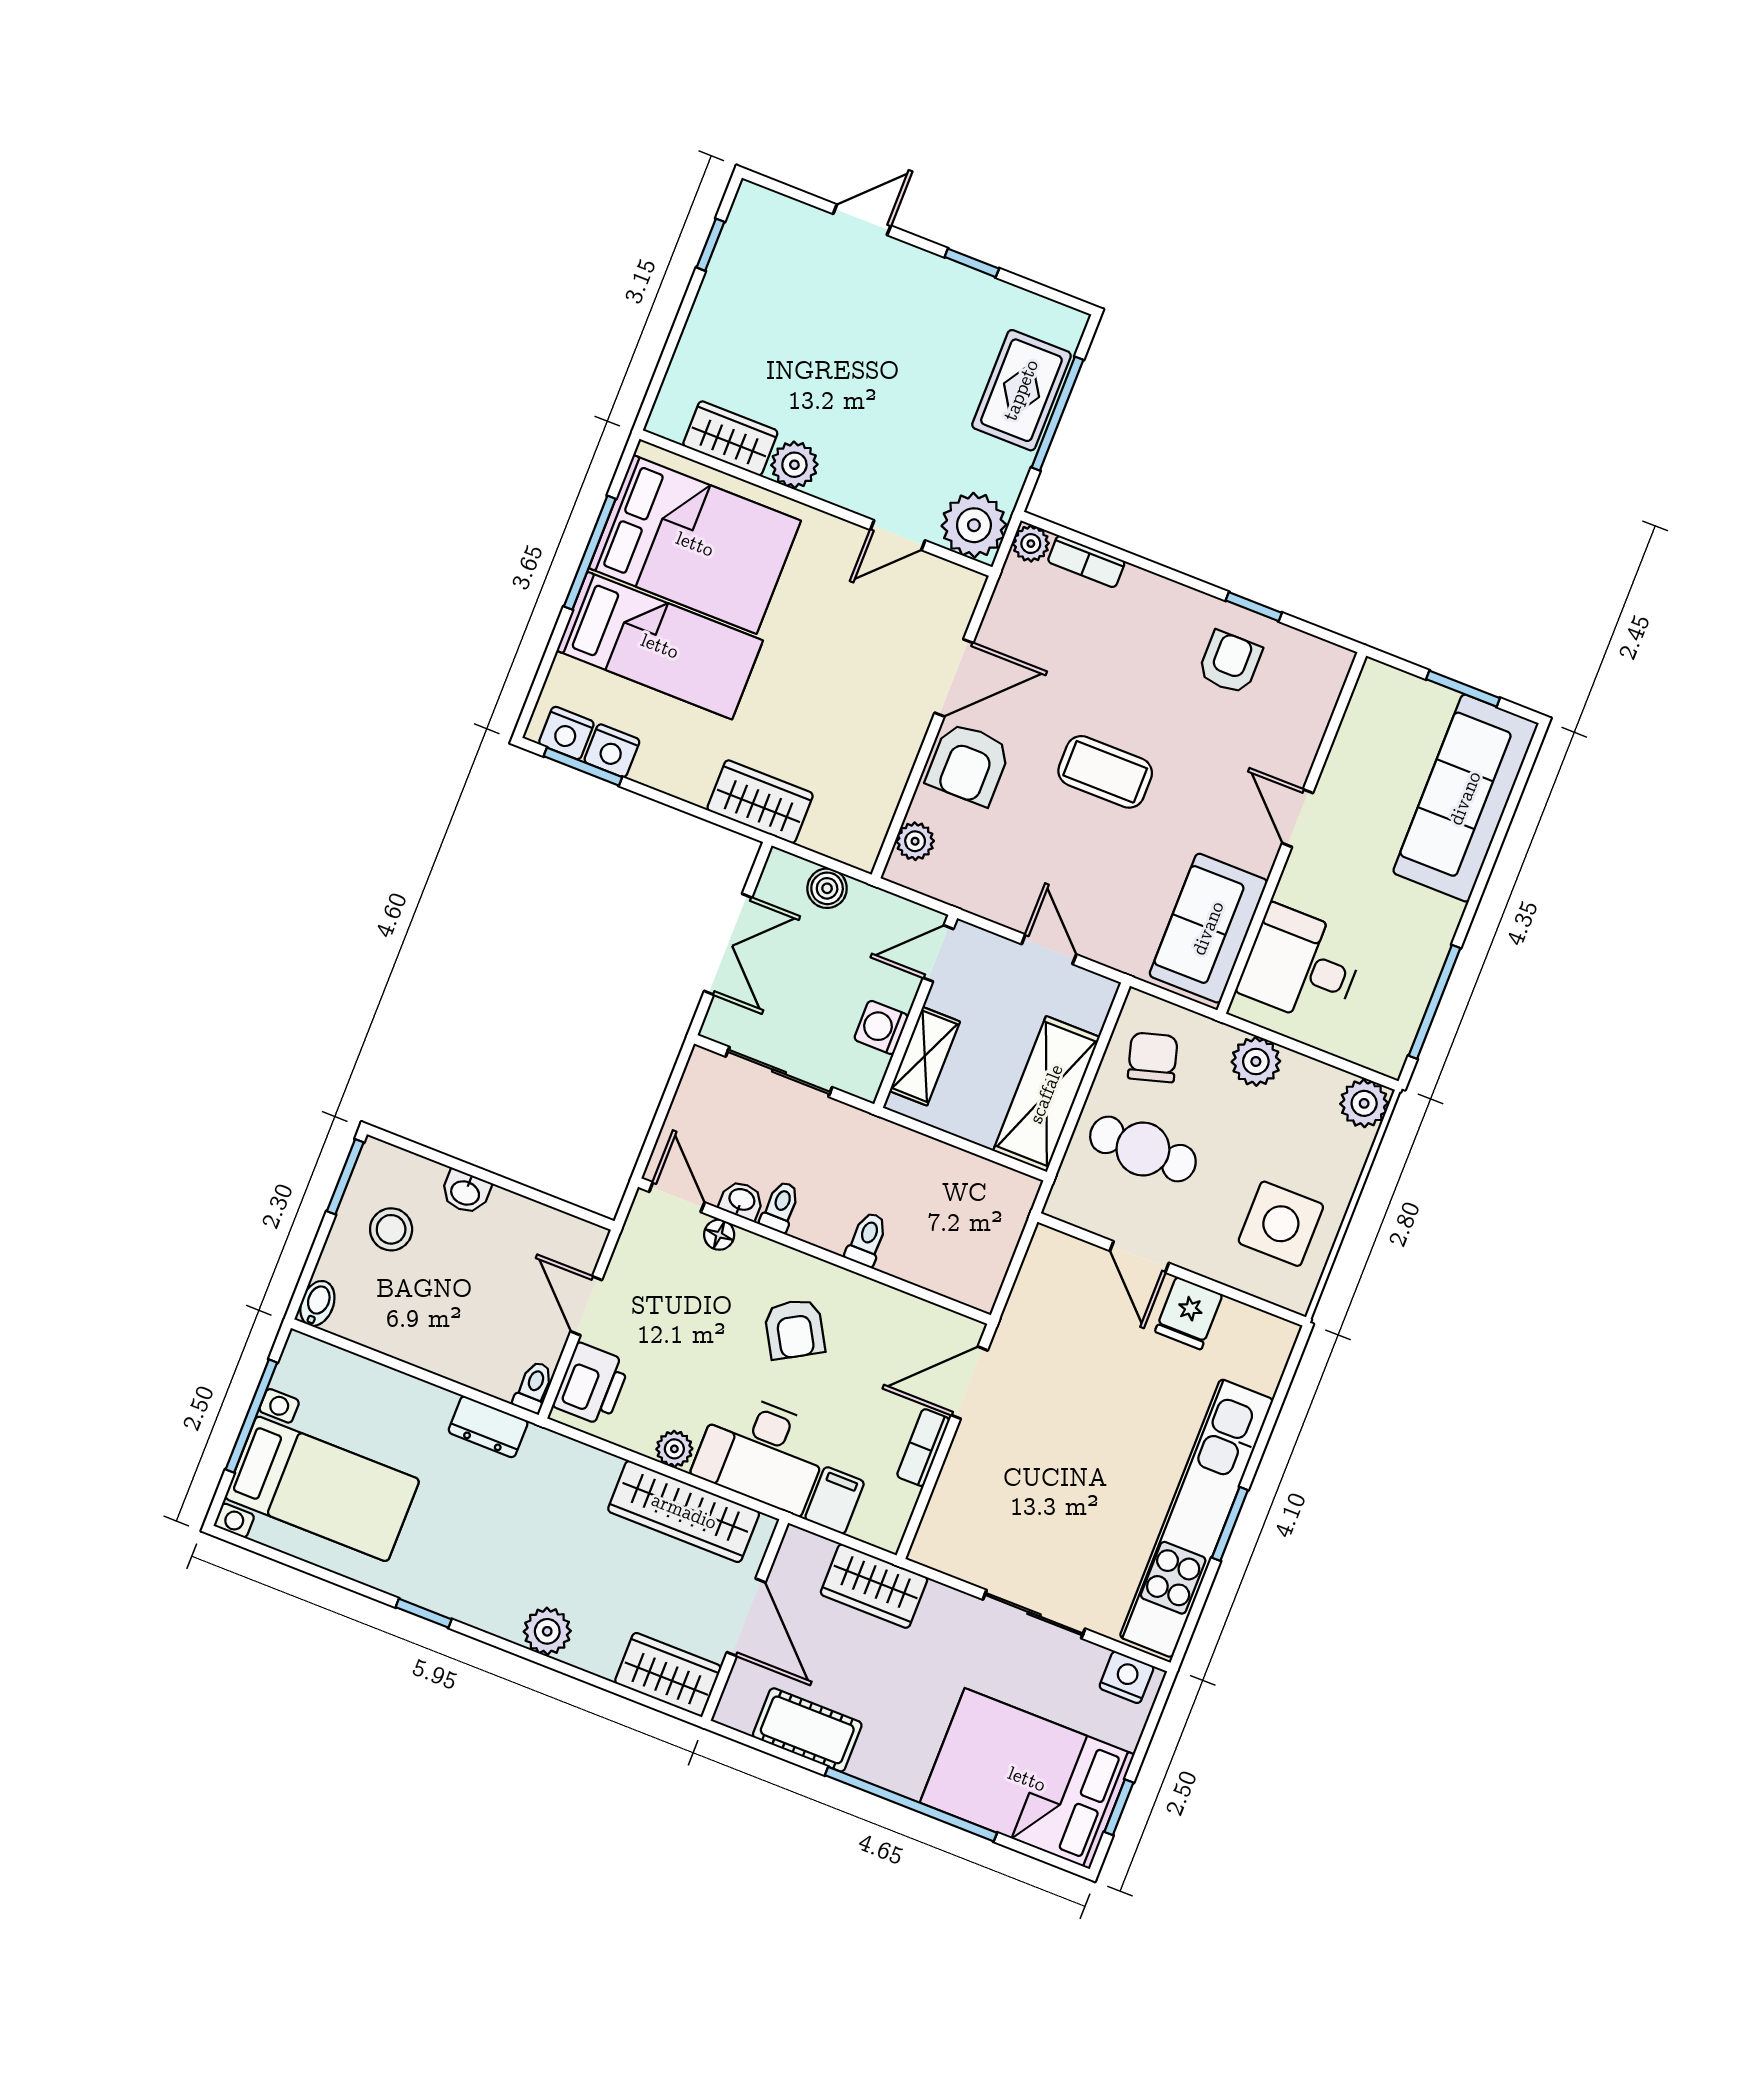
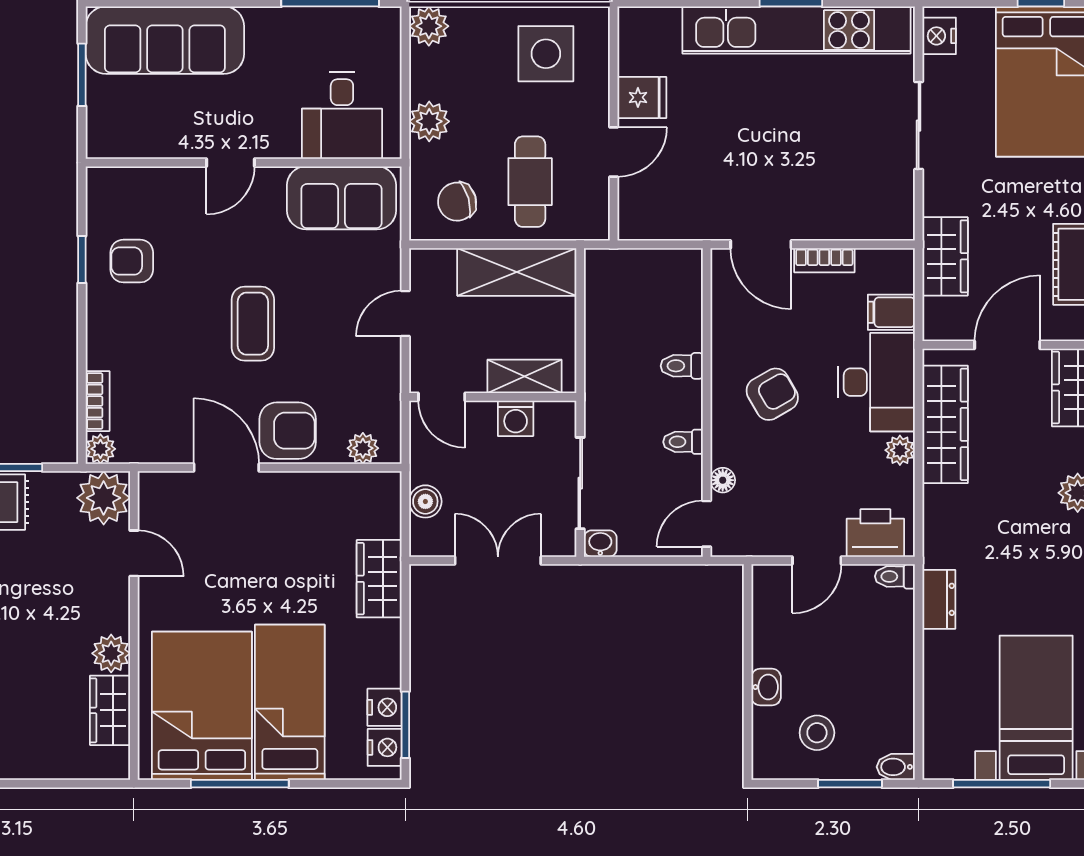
window: (345, 1177) -> (850, 784), moved
washbasin: (742, 1200) -> (600, 544), moved, turned 90

